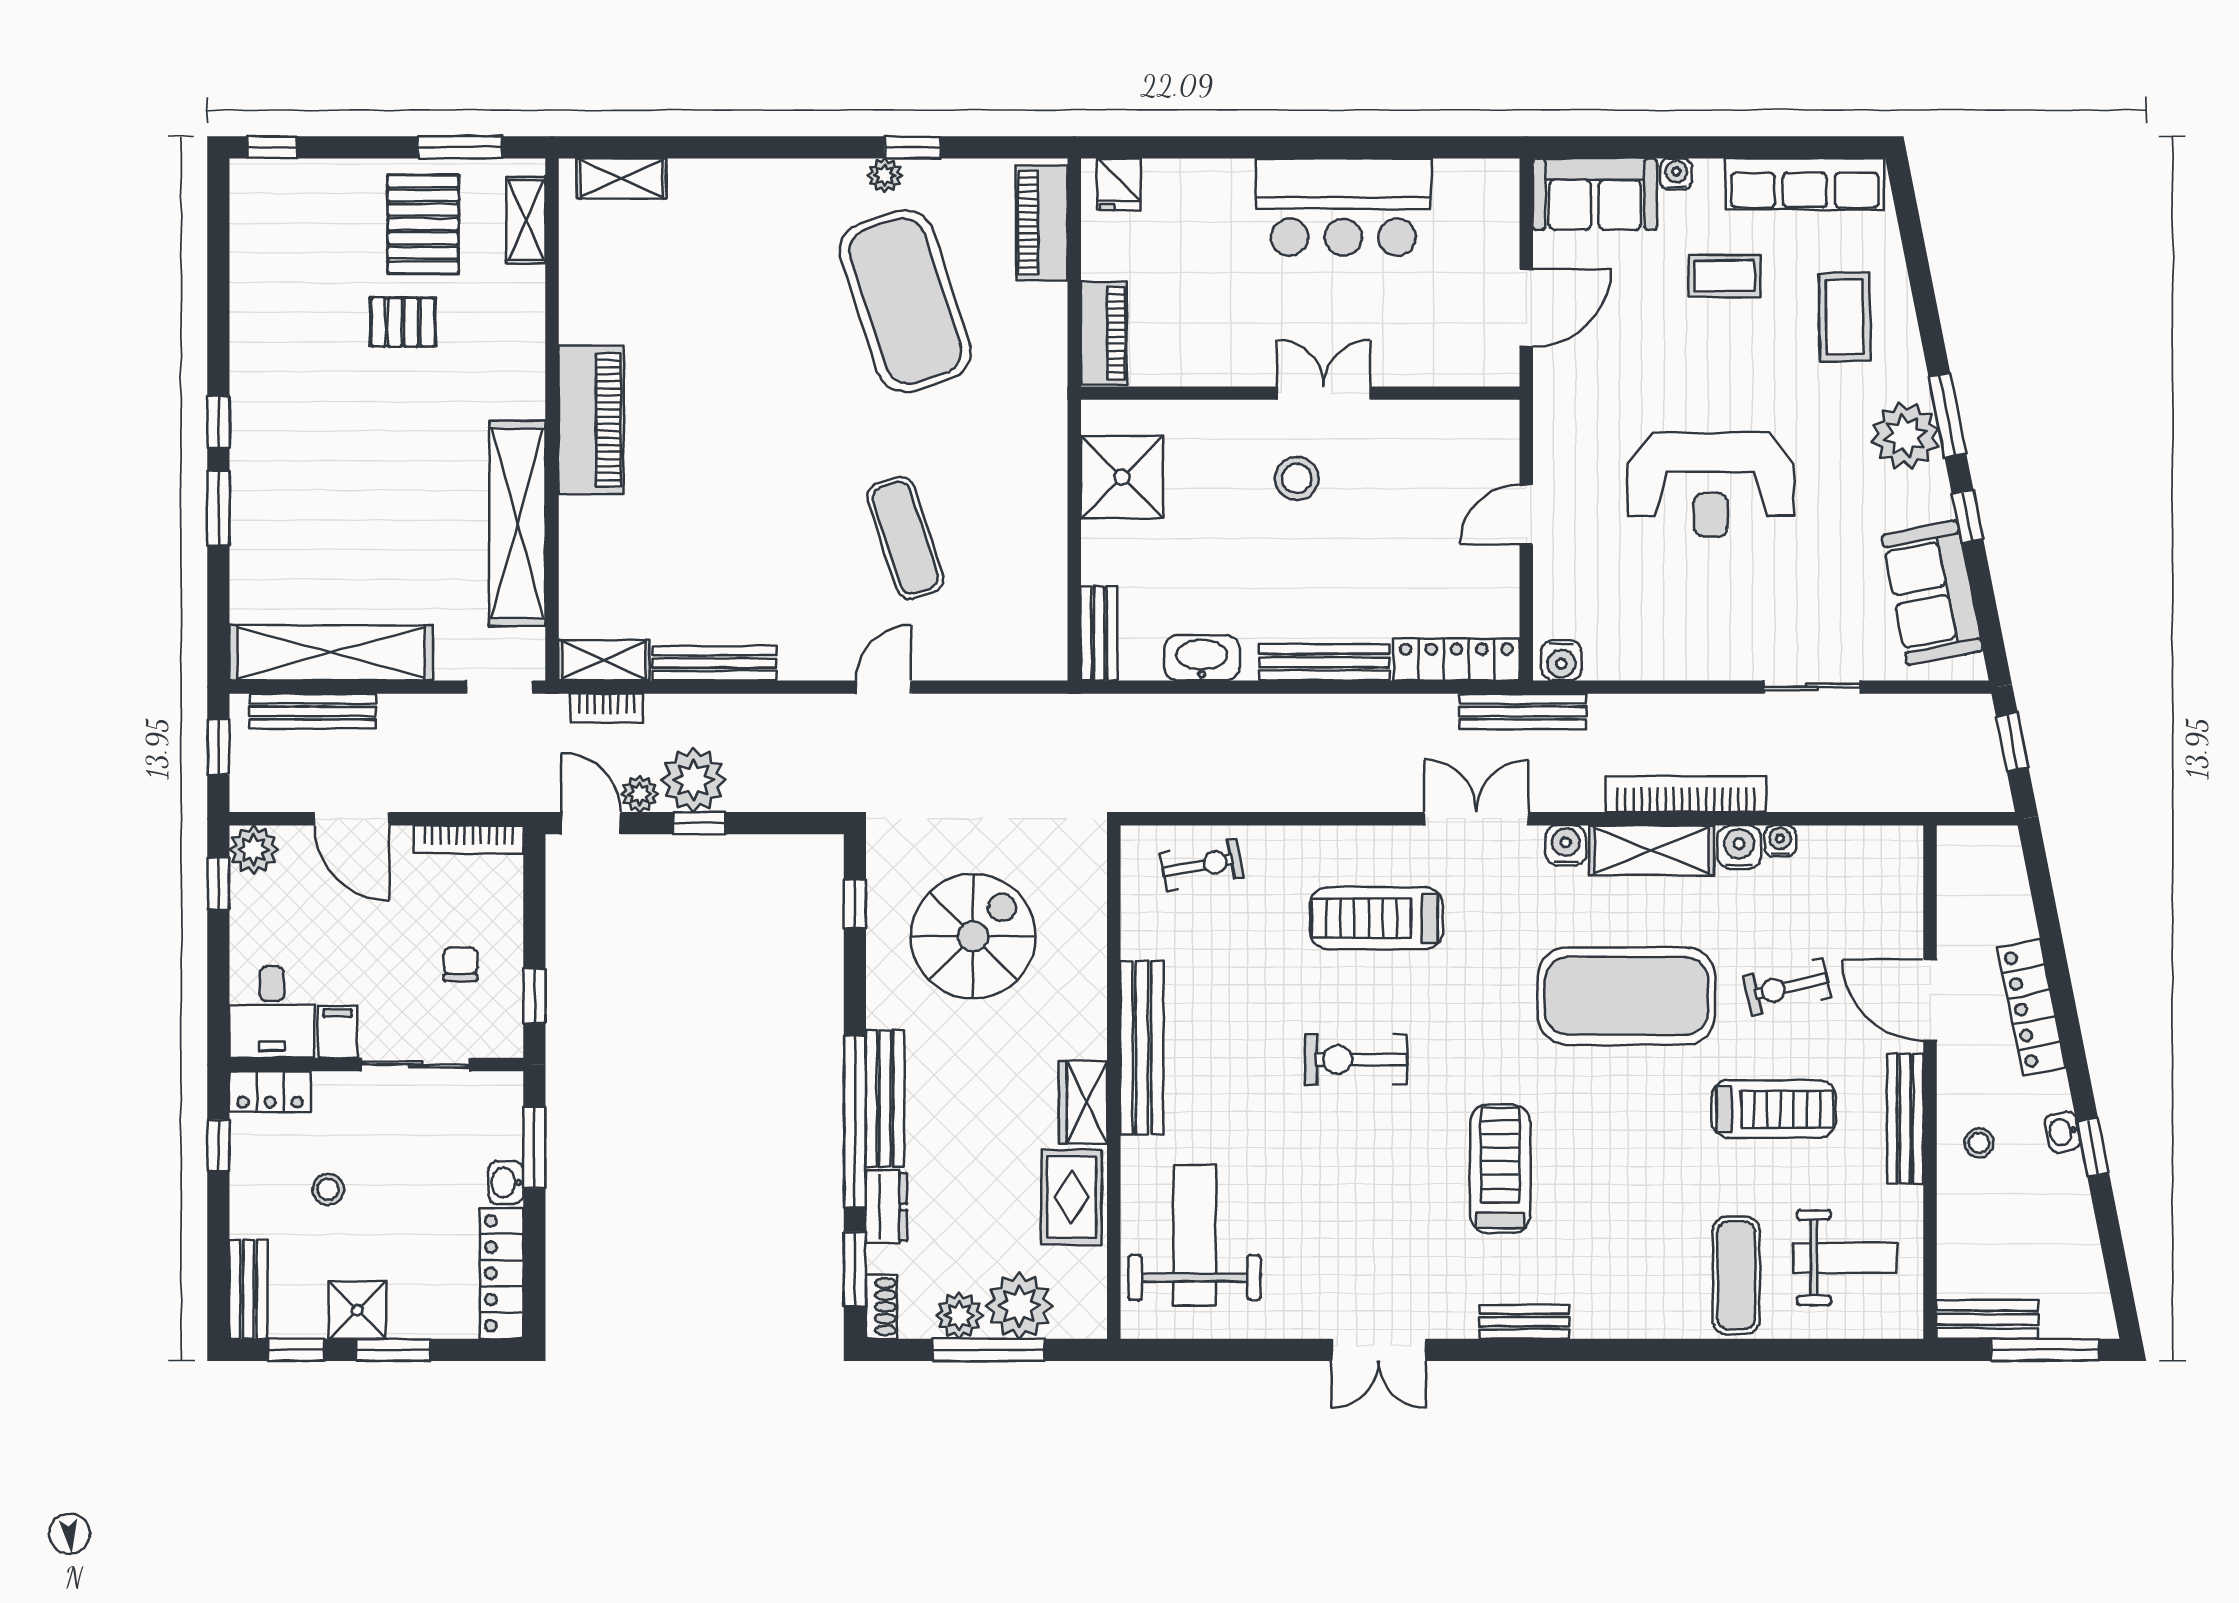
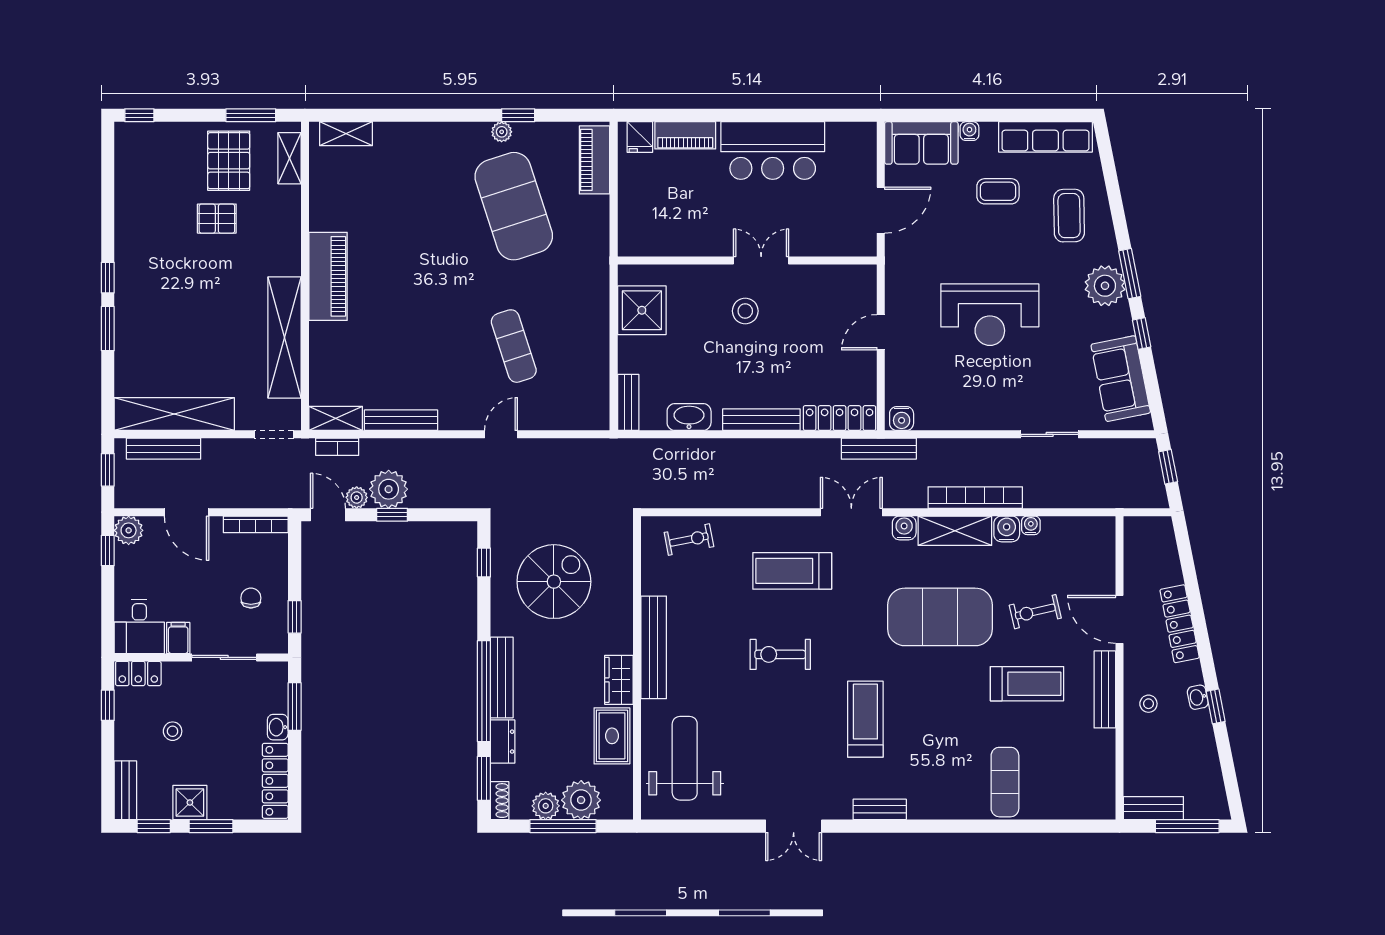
piano: (1104, 333) -> (685, 135), moved, turned 90
weight bench: (1845, 1258) -> (1069, 772), removed

